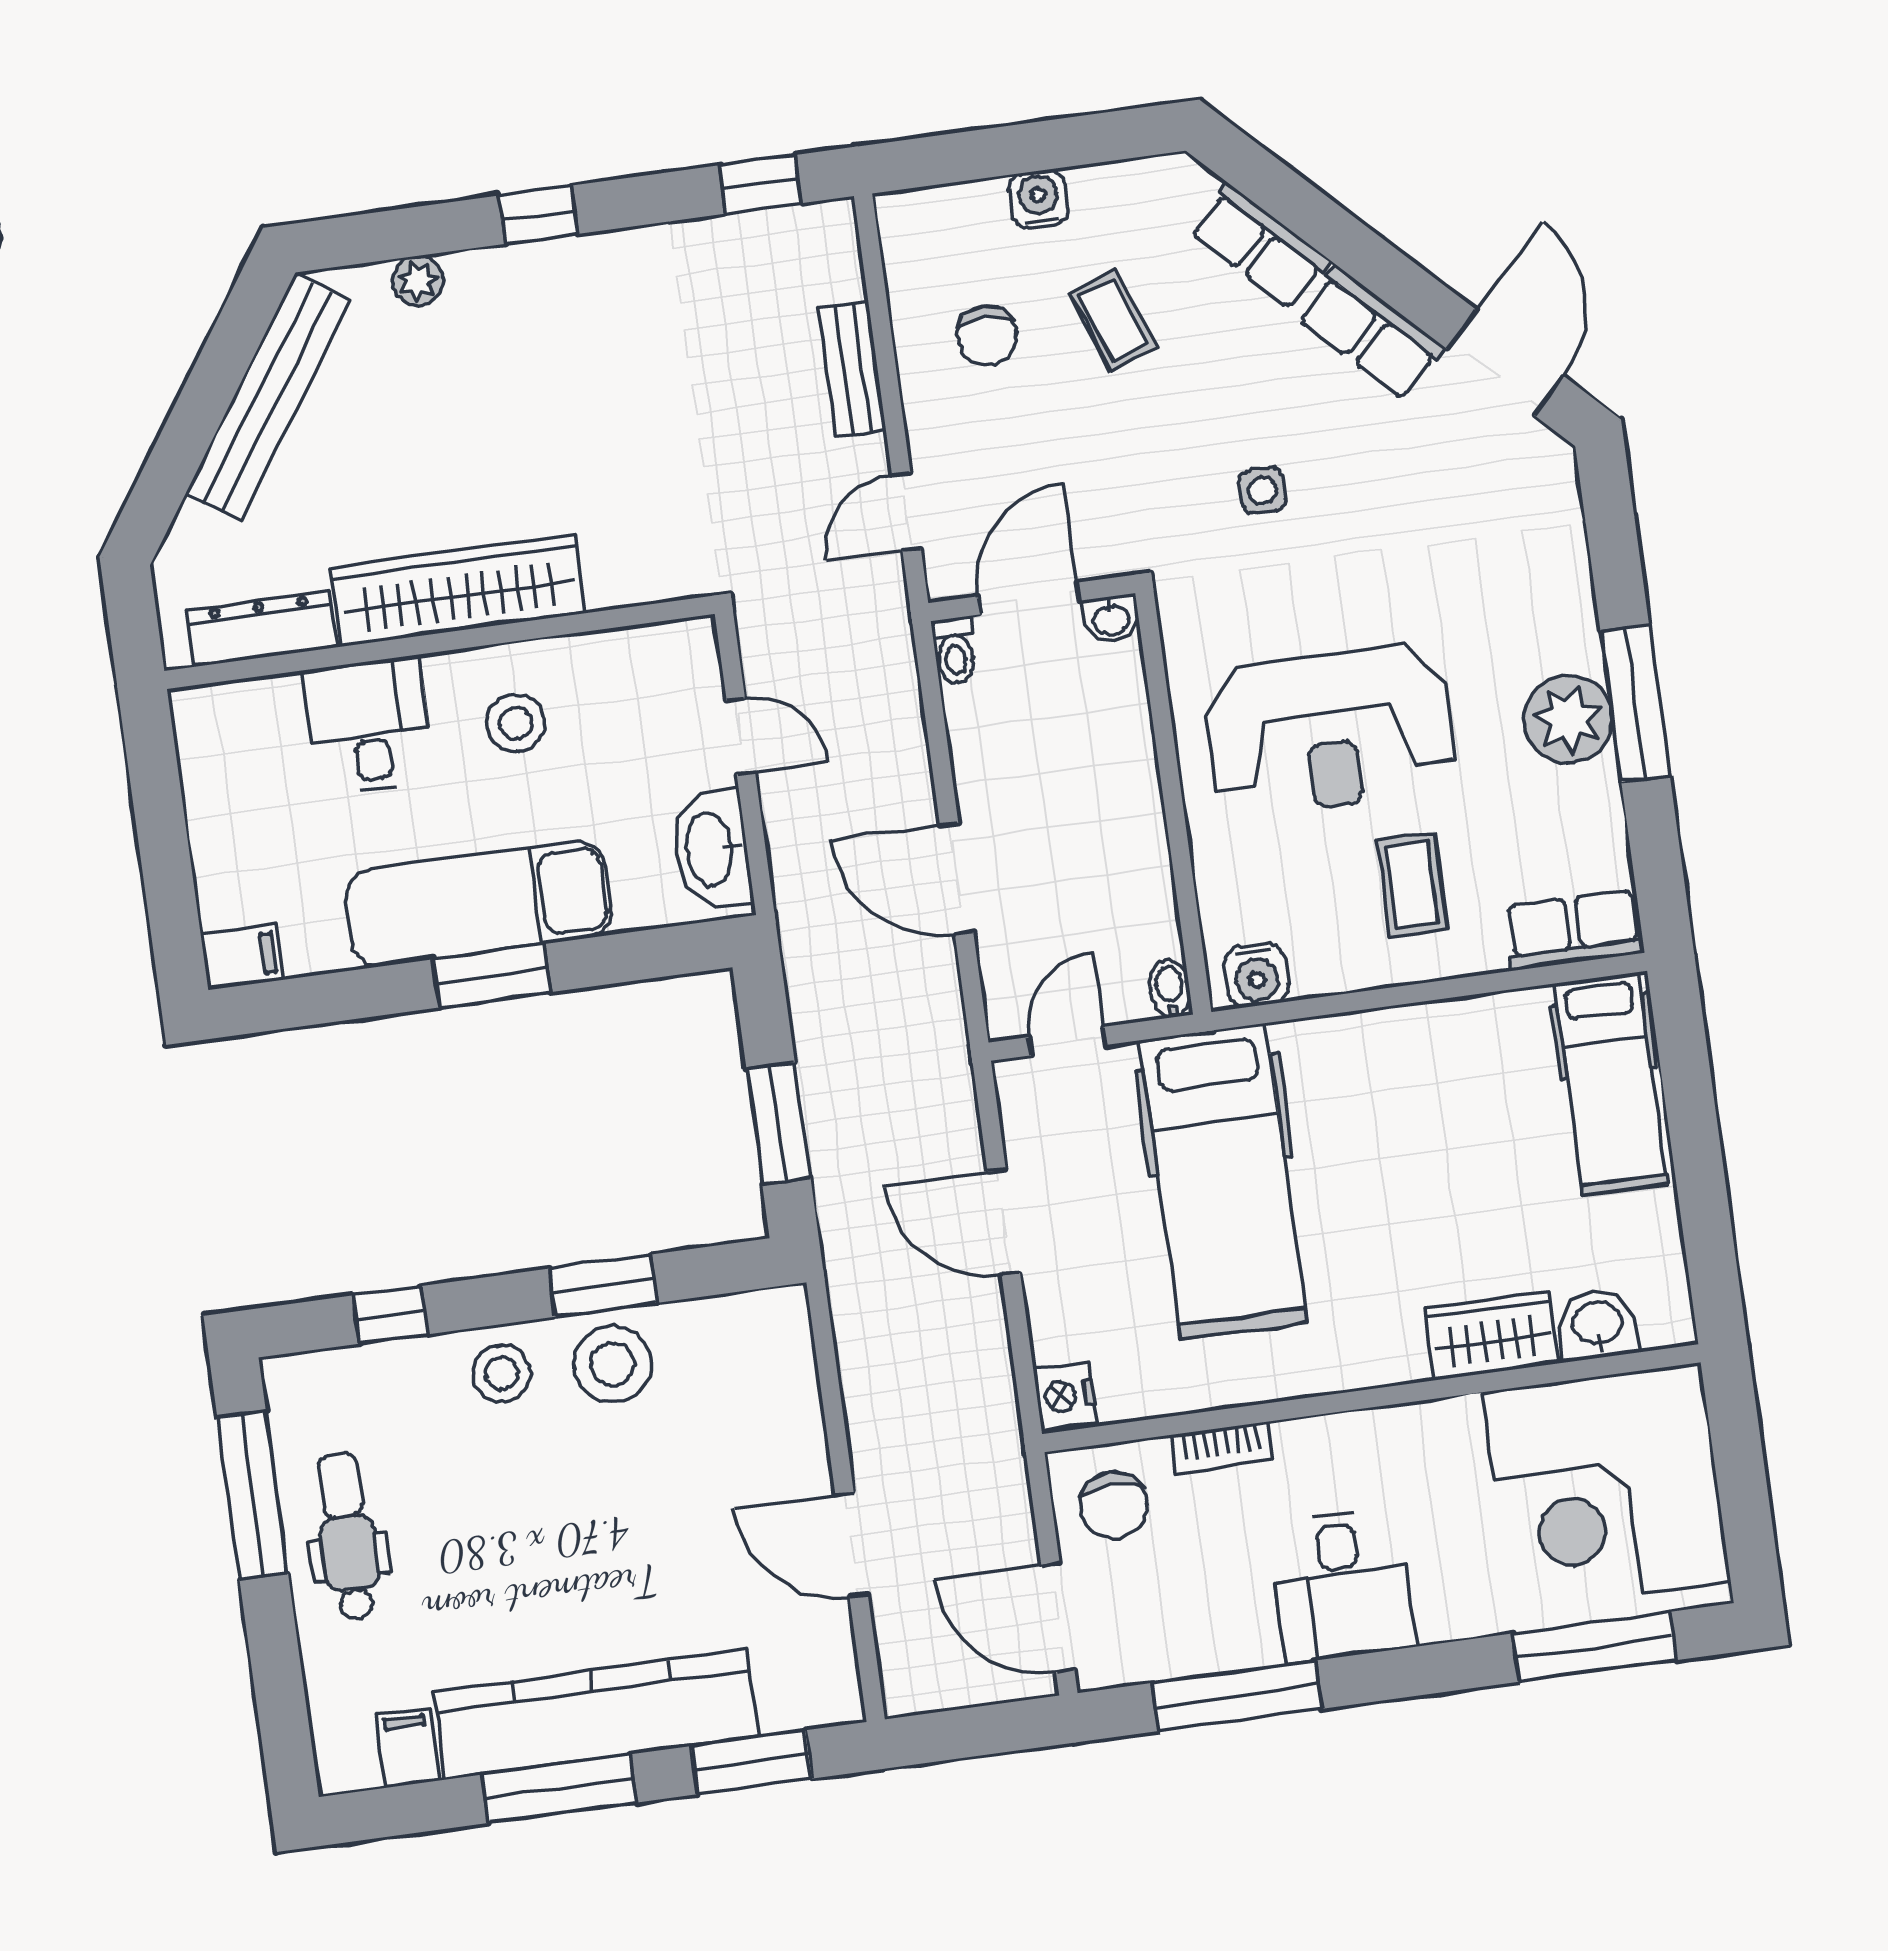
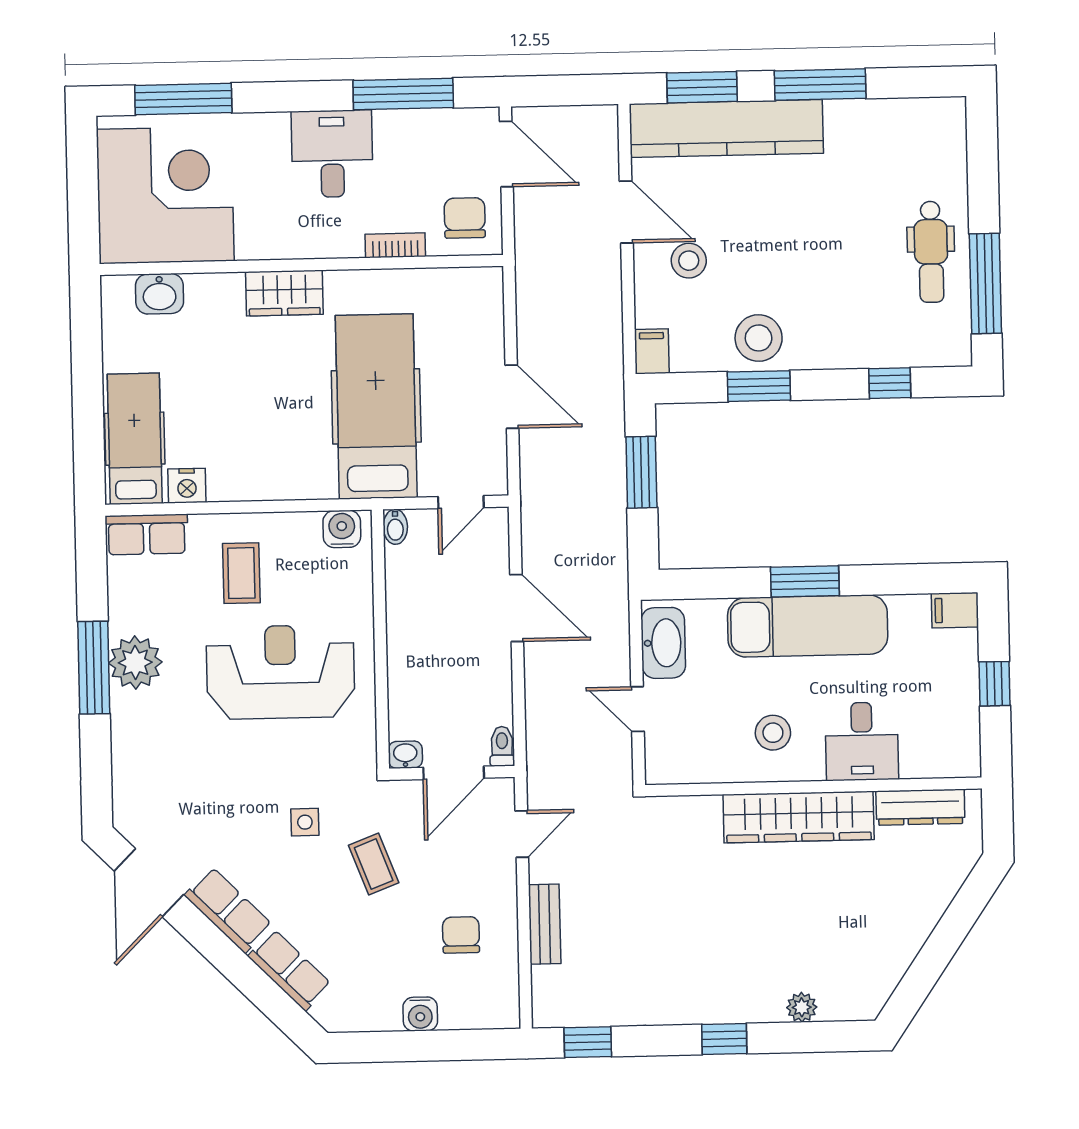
coffee table: (1113, 320) -> (374, 864), moved
bench: (268, 397) -> (901, 947), removed
window: (164, 844) -> (995, 684), added
wardrobe: (1491, 1336) -> (284, 293), moved
stool: (501, 1373) -> (689, 261), moved
nightstand: (1065, 1396) -> (187, 486), moved, turned 90
kitchen counter: (596, 1714) -> (726, 129), moved
filing cabinet: (408, 1748) -> (652, 351), moved, turned 180

